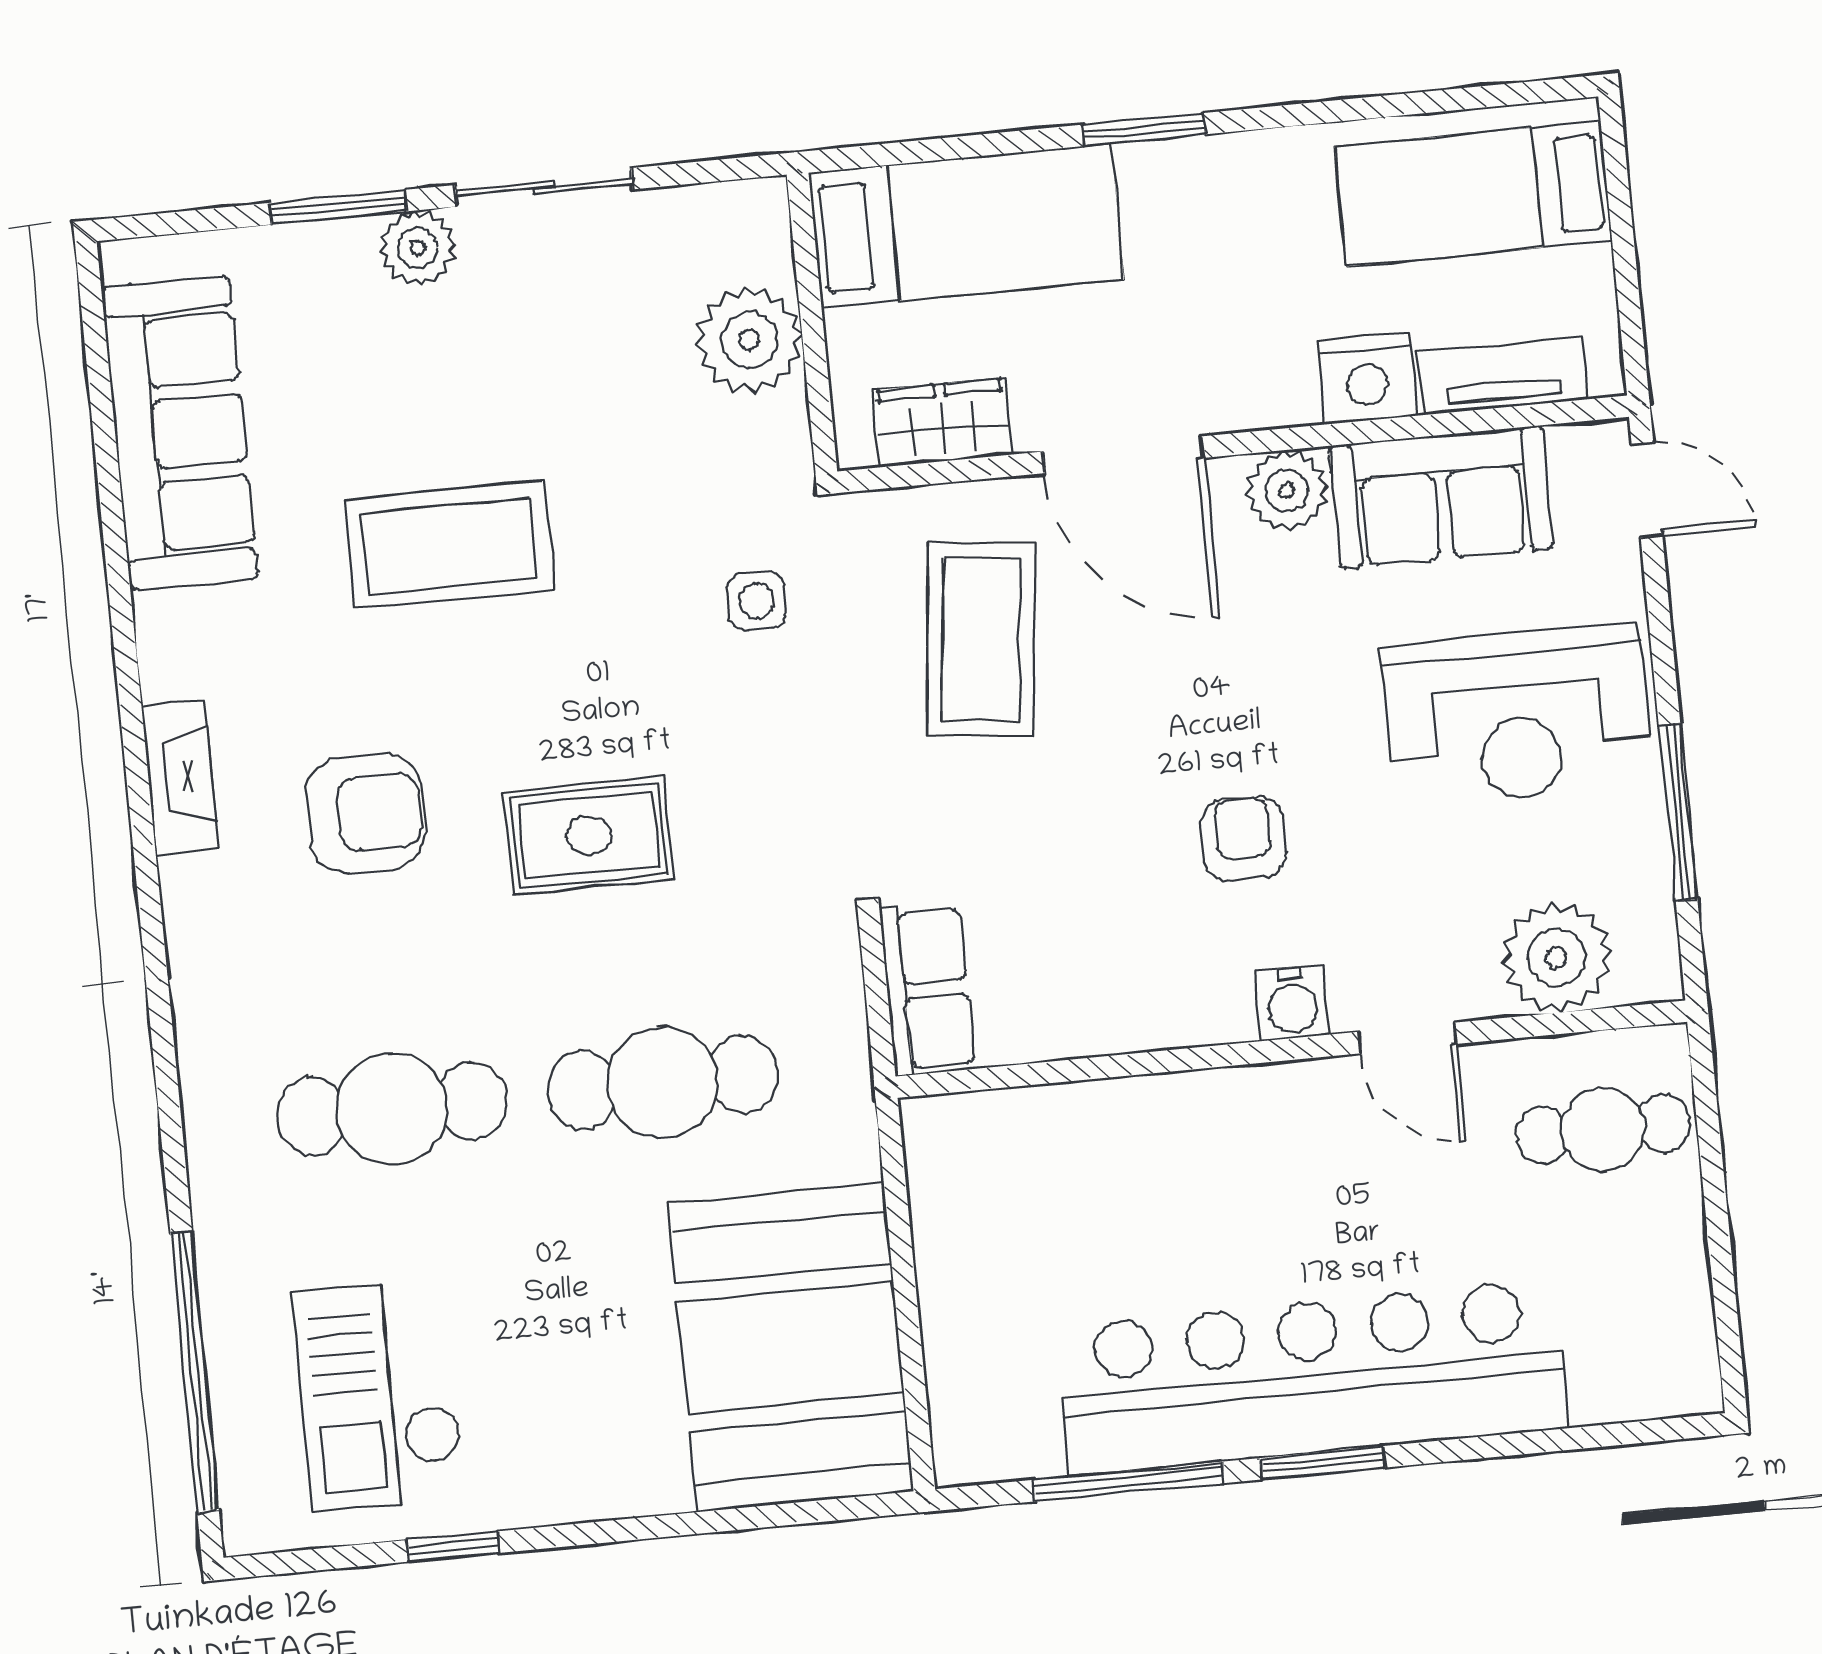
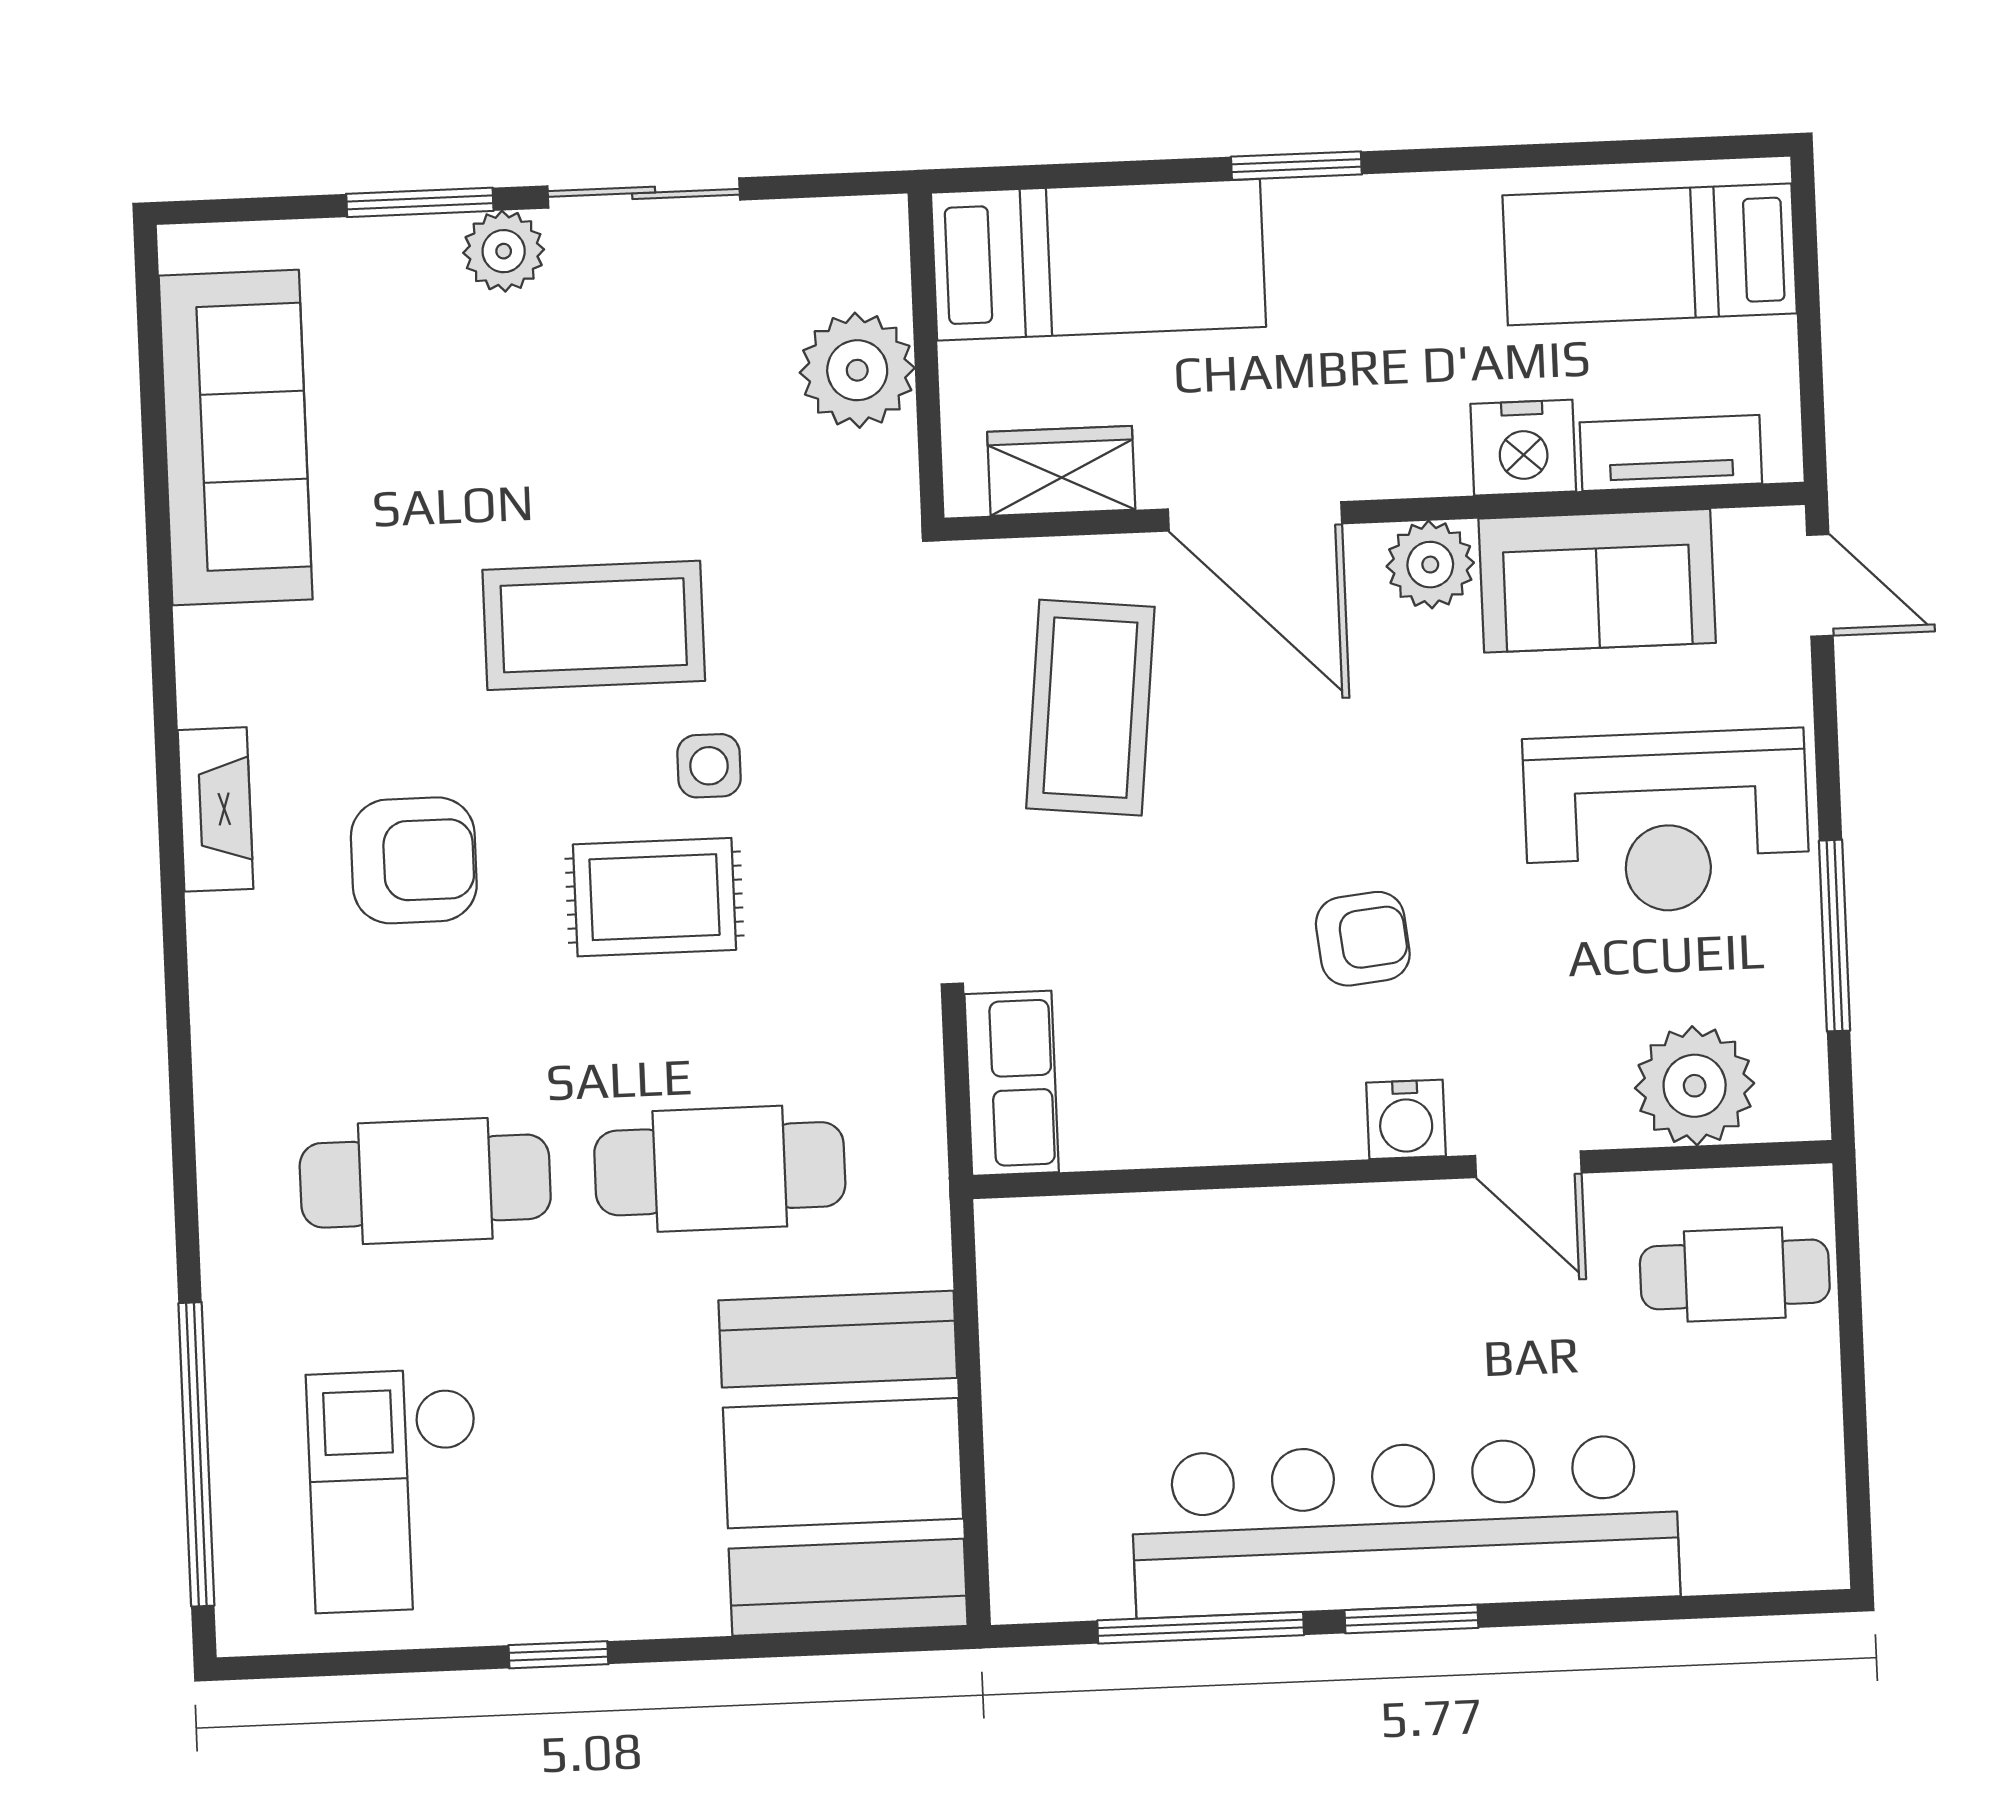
coffee table: (450, 545) -> (594, 625), moved
side table: (757, 601) -> (709, 766), moved
armchair: (1243, 839) -> (1363, 939), turned 84
window: (453, 1547) -> (558, 1655), moved

